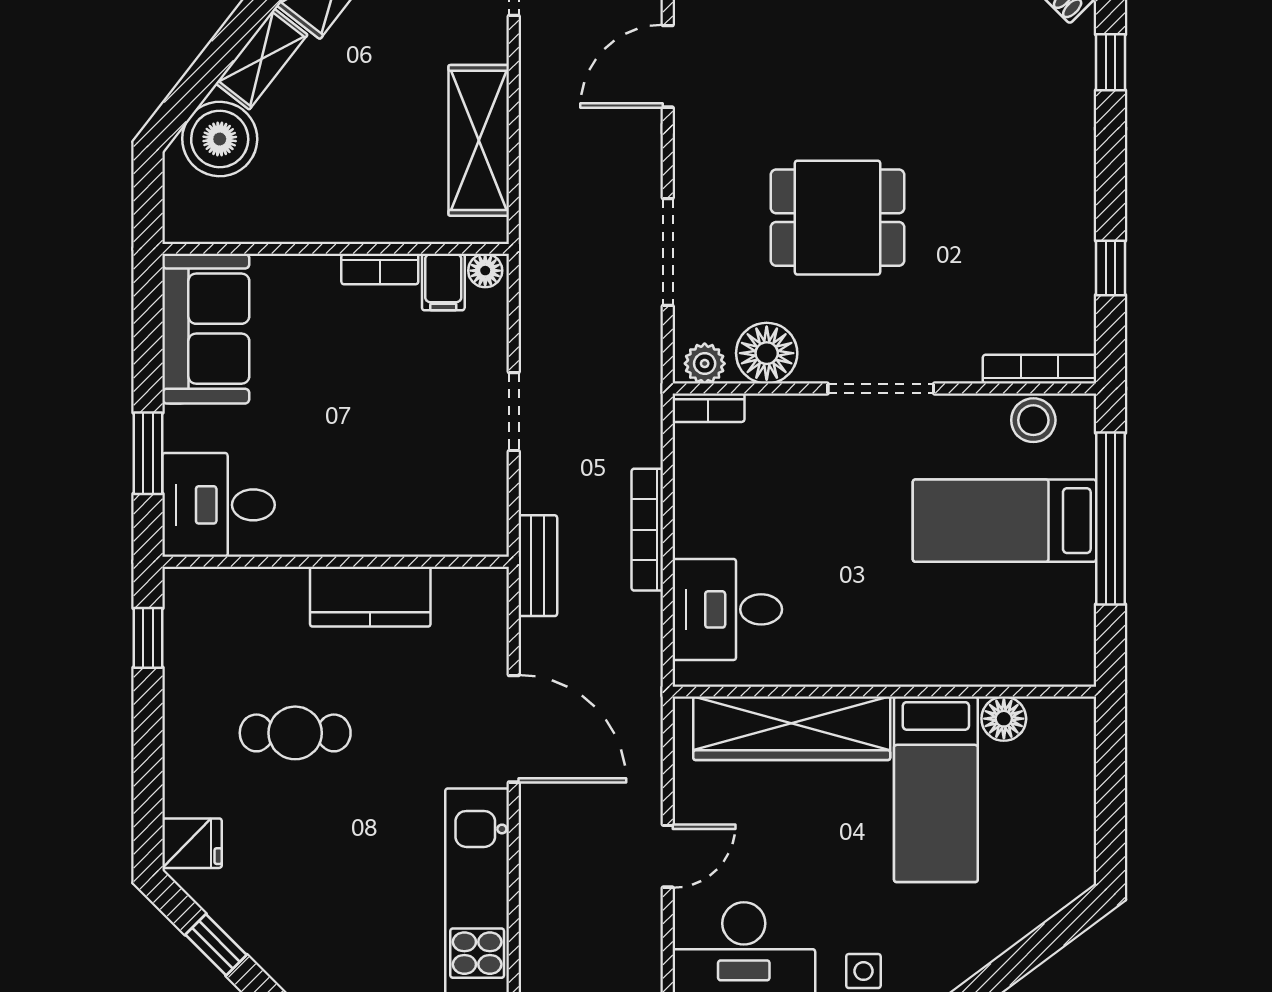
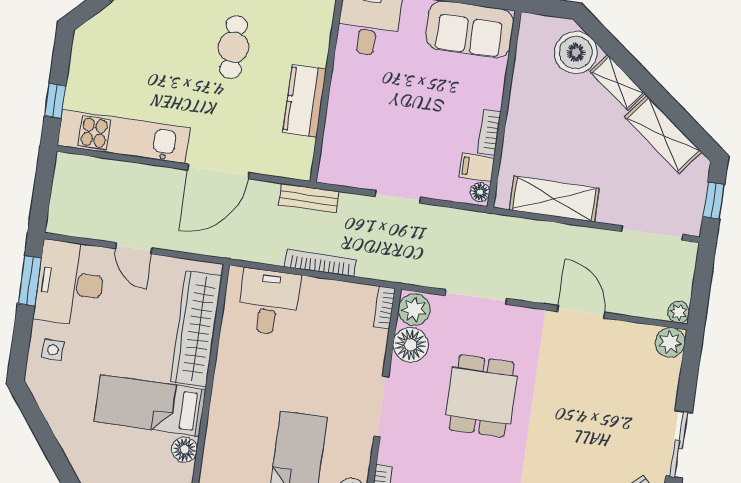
plant: (705, 364) -> (414, 309), width x1.38, depth x1.38

